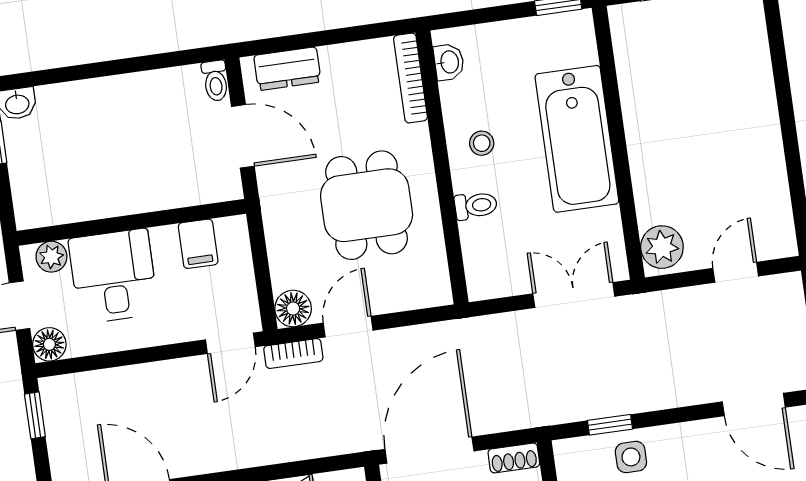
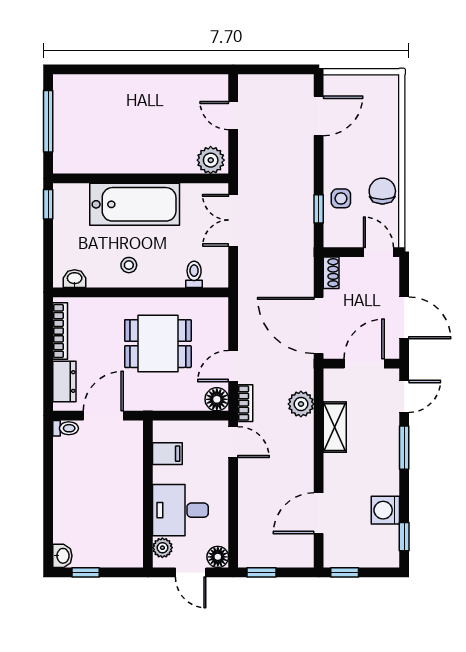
bookcase: (411, 78) -> (60, 331), moved, turned -90
toilet: (476, 206) -> (194, 274), moved
door: (348, 327) -> (233, 366), hinge flipped
plant: (304, 440) -> (301, 404), added

